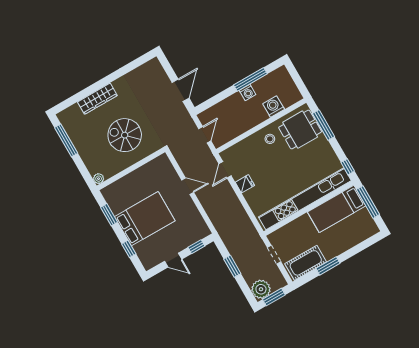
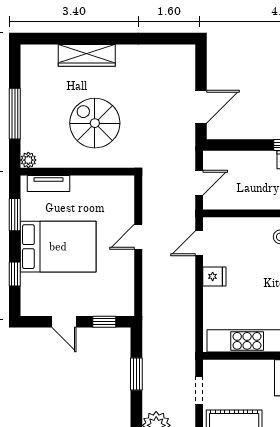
window: (66, 140) -> (15, 114), moved
tv unit: (118, 185) -> (48, 184), added
door: (188, 186) -> (138, 237), swing flipped

